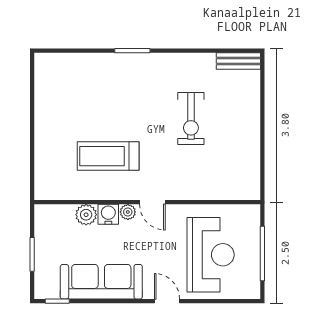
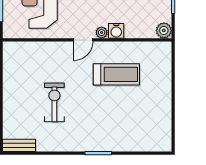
door: (152, 202) -> (83, 40), swing flipped
plant: (86, 215) -> (164, 30), moved

